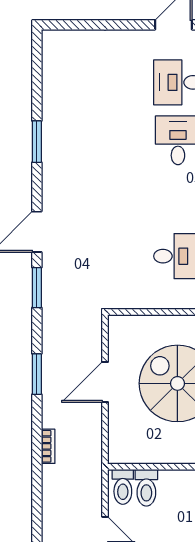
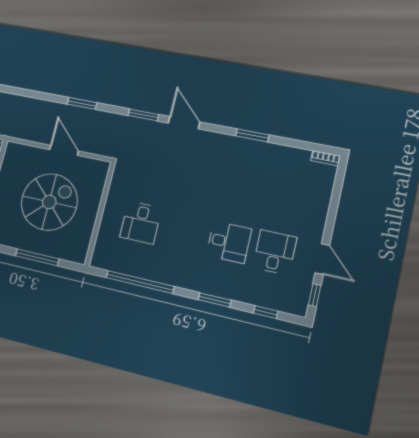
bookcase: (48, 446) -> (326, 158), moved

